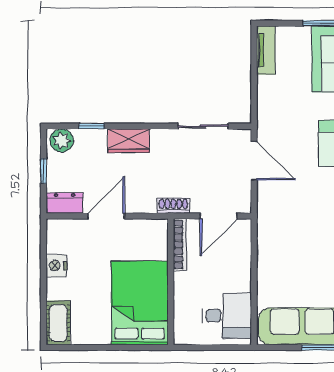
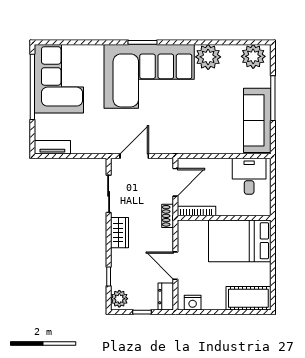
wardrobe: (129, 141) -> (120, 233), moved
door: (219, 216) -> (175, 182), hinge flipped
nightstand: (56, 266) -> (193, 303), moved
cot: (58, 323) -> (248, 298), width x1.37, depth x1.34

